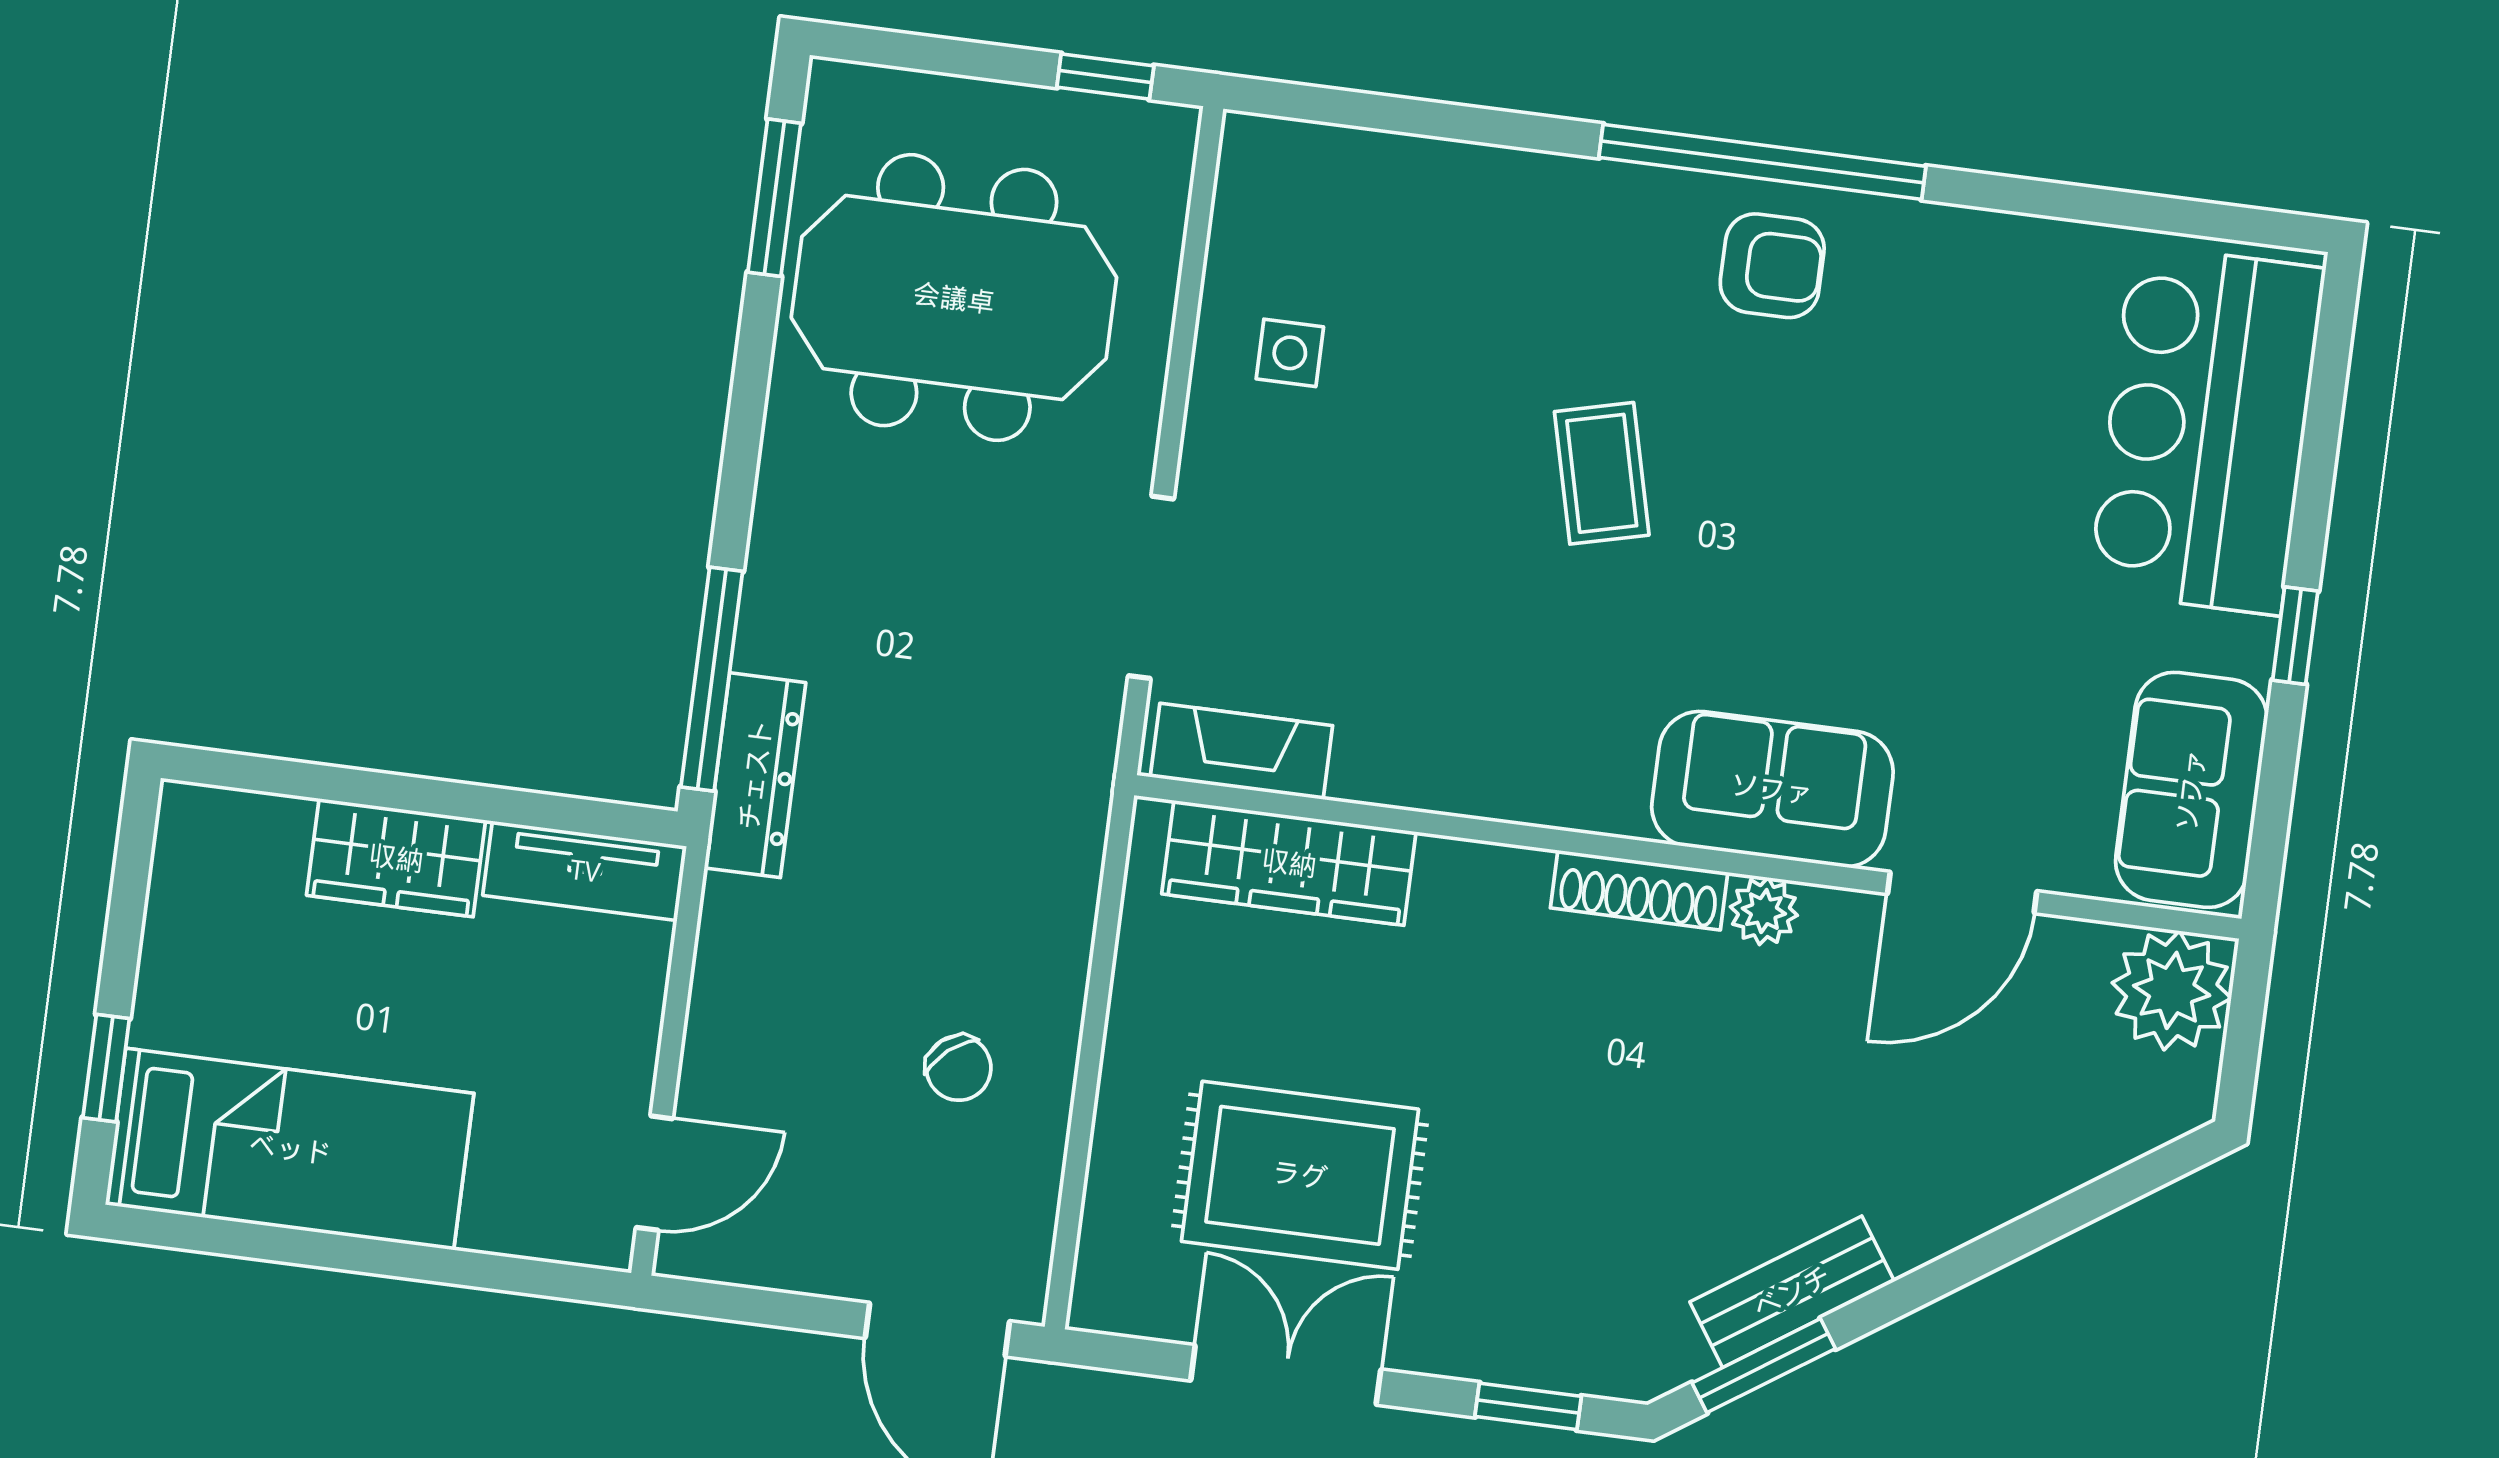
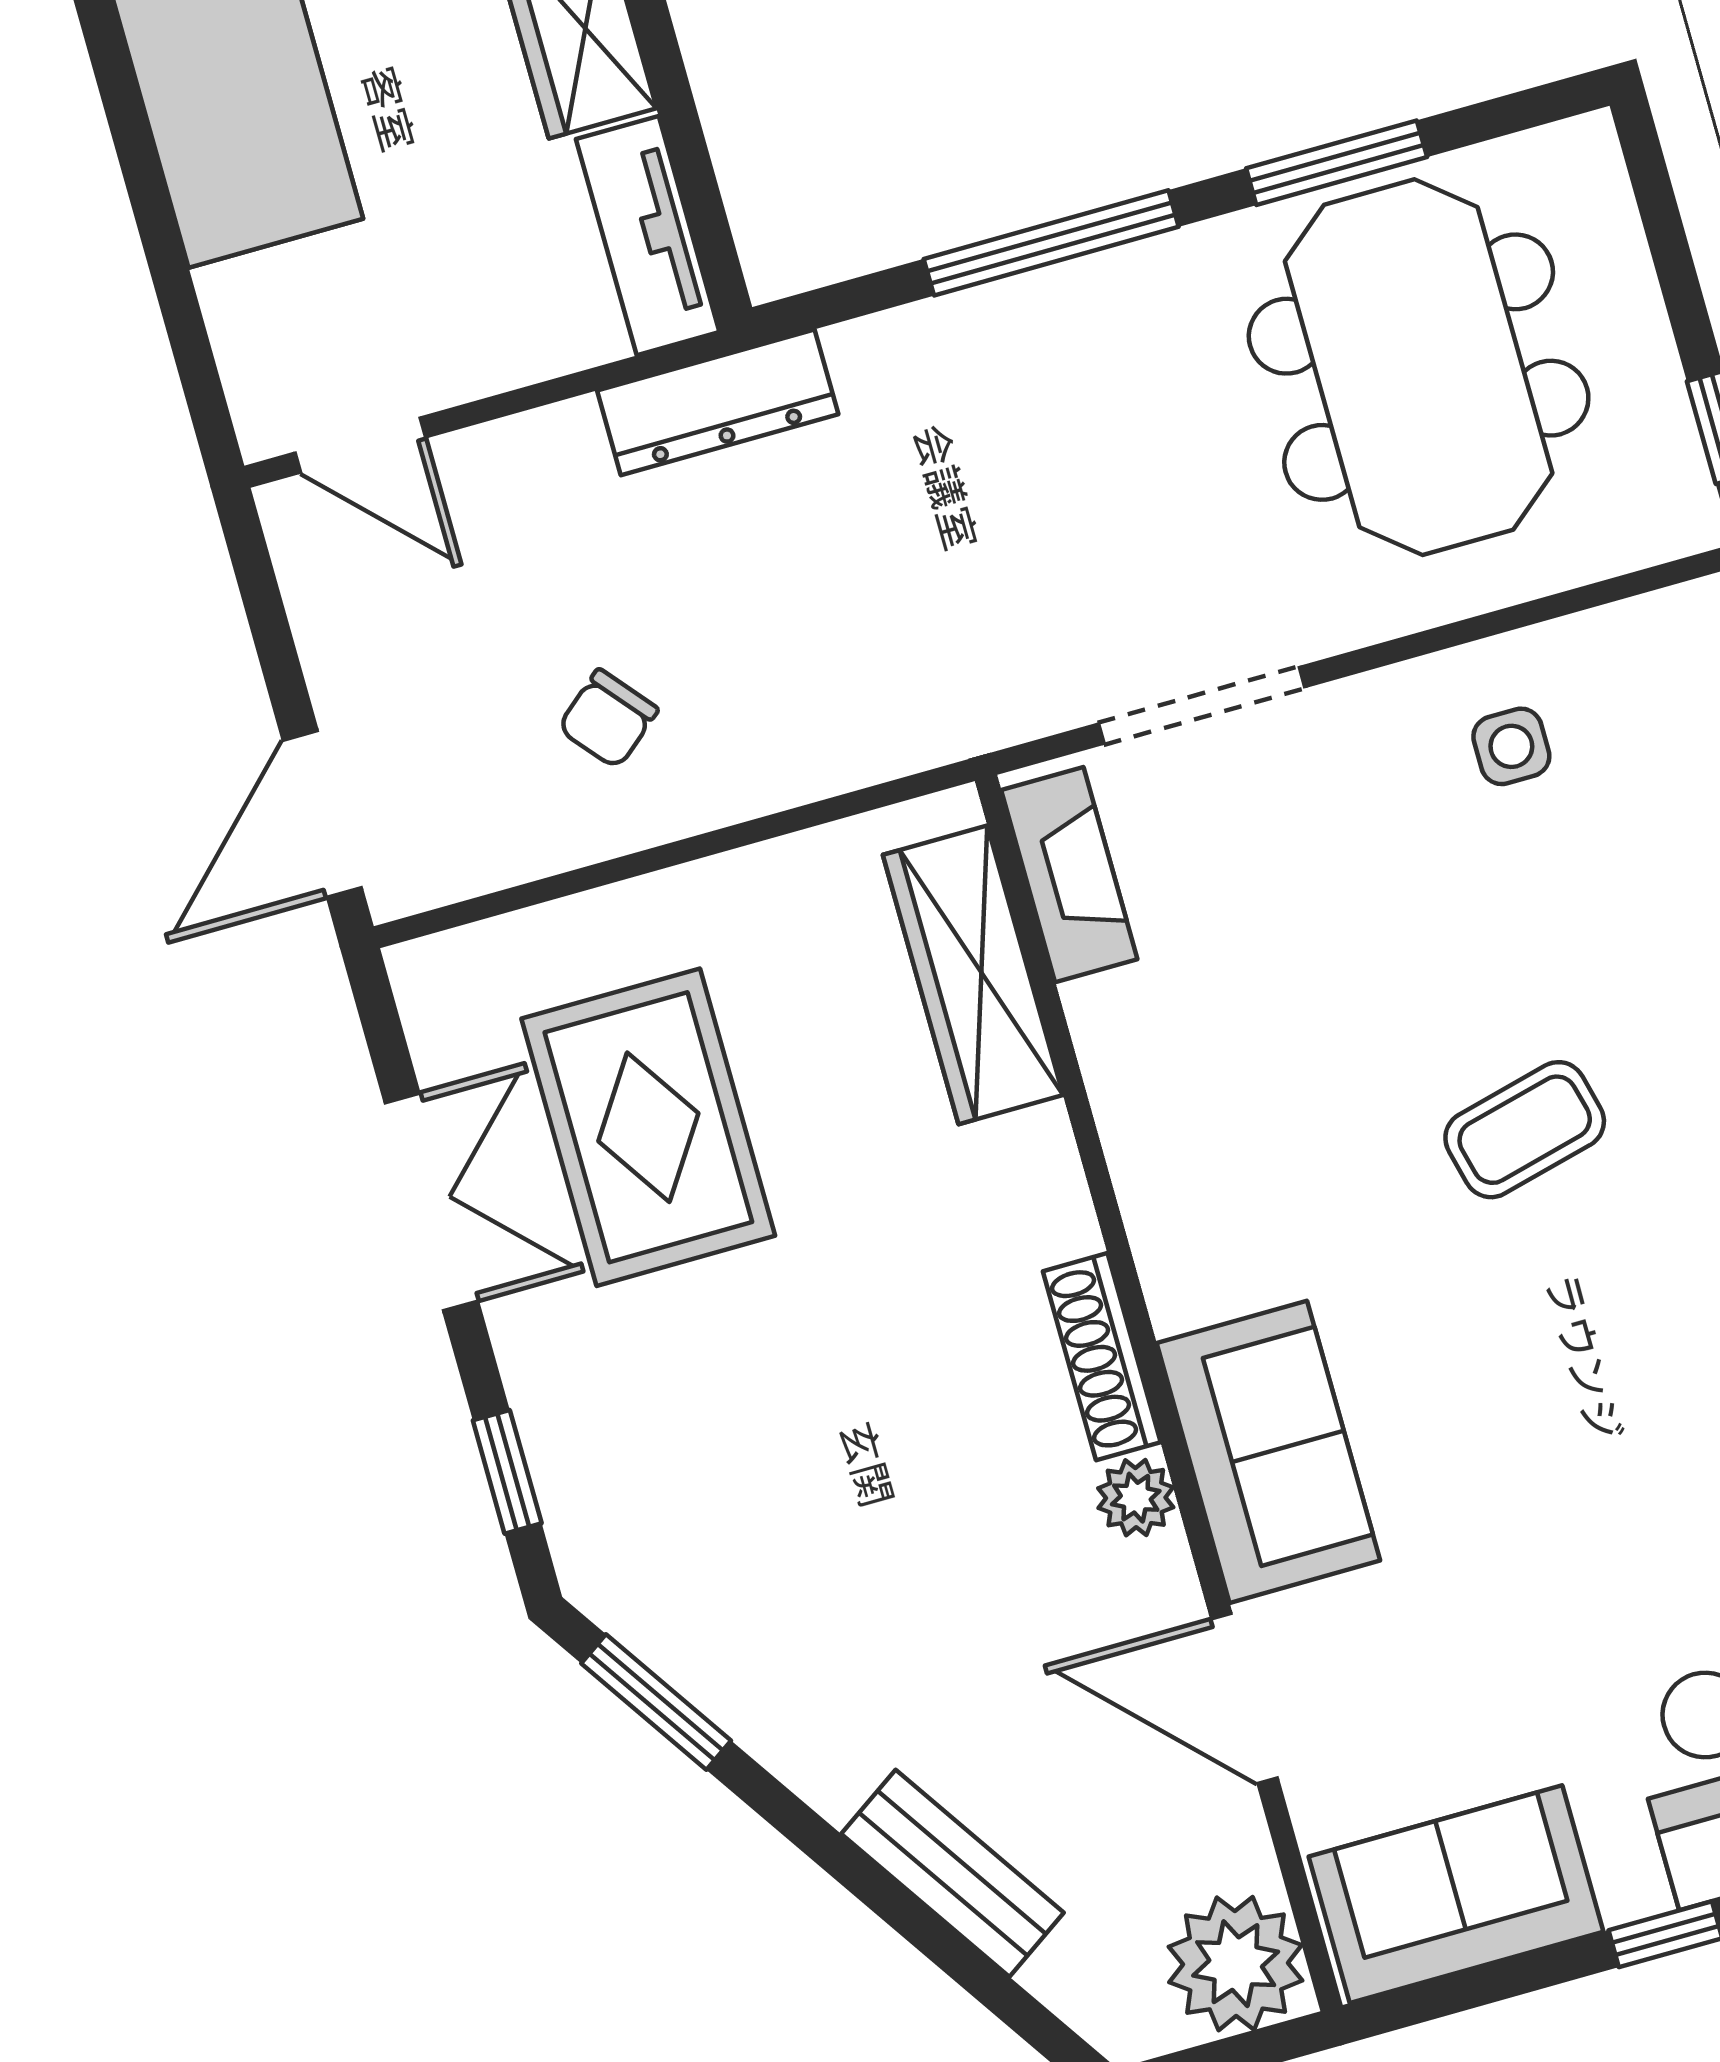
window: (774, 198) -> (1337, 163), moved
window: (712, 679) -> (1051, 243), moved
dresser: (755, 775) -> (718, 402), moved
bench: (1792, 1292) -> (952, 1873), moved

